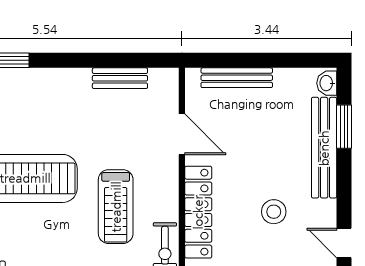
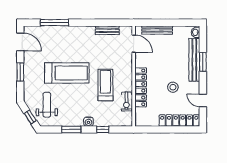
window: (344, 127) -> (203, 62), moved
door: (182, 134) -> (134, 44), moved
treadmill: (116, 207) -> (105, 85), turned 180

